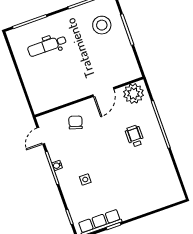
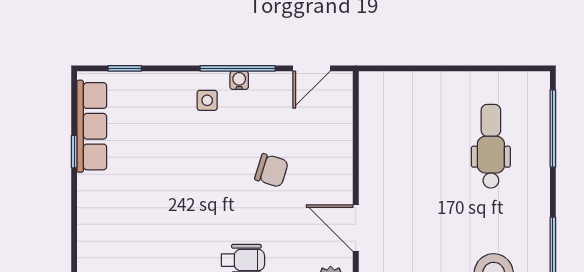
chair: (76, 122) -> (272, 170), moved
door: (41, 136) -> (312, 68), swing flipped
side table: (85, 179) -> (207, 100), moved

